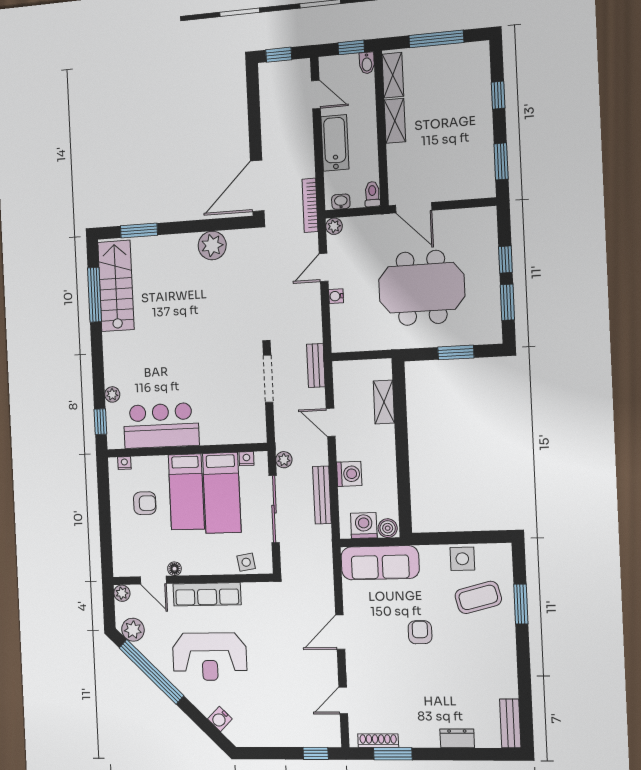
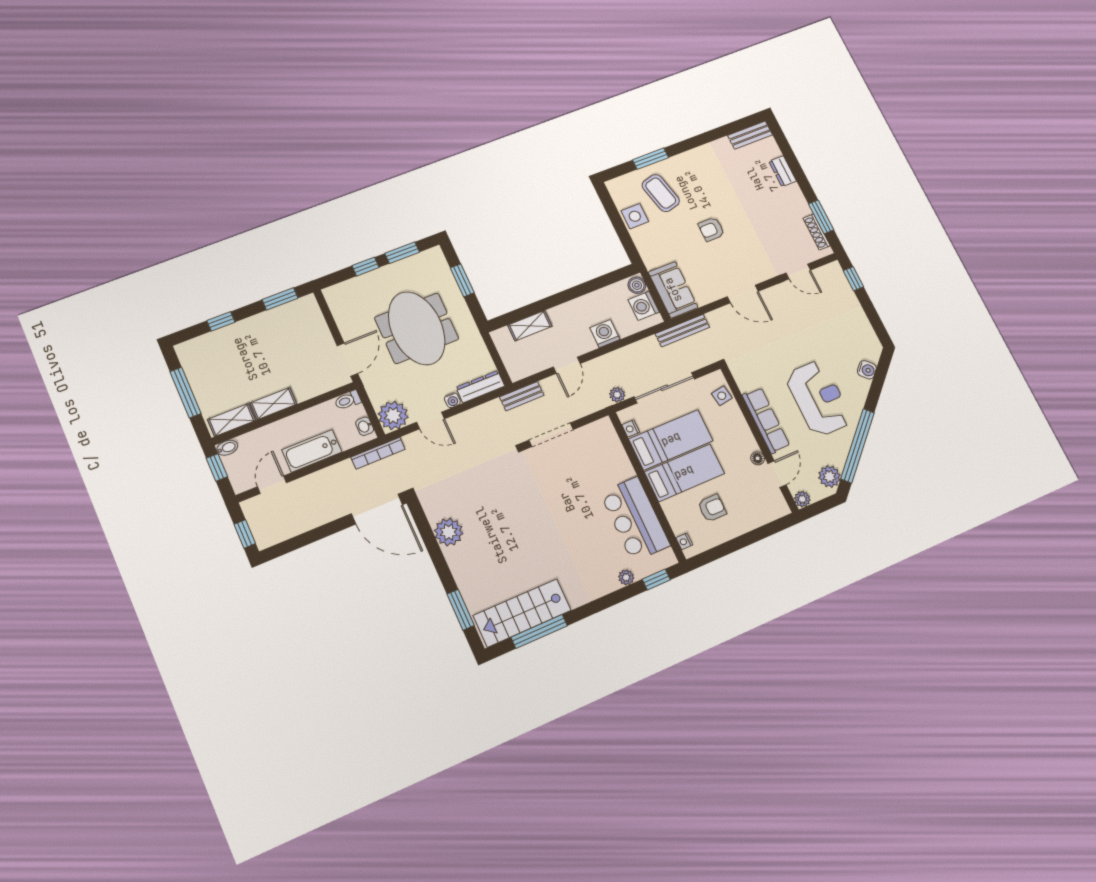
plant: (334, 226) -> (393, 415), width x1.88, depth x1.88
dresser: (340, 329) -> (480, 387), added
bench: (322, 495) -> (682, 331), moved
armchair: (145, 503) -> (712, 508), turned 90
sofa: (380, 563) -> (673, 290), width x0.73

